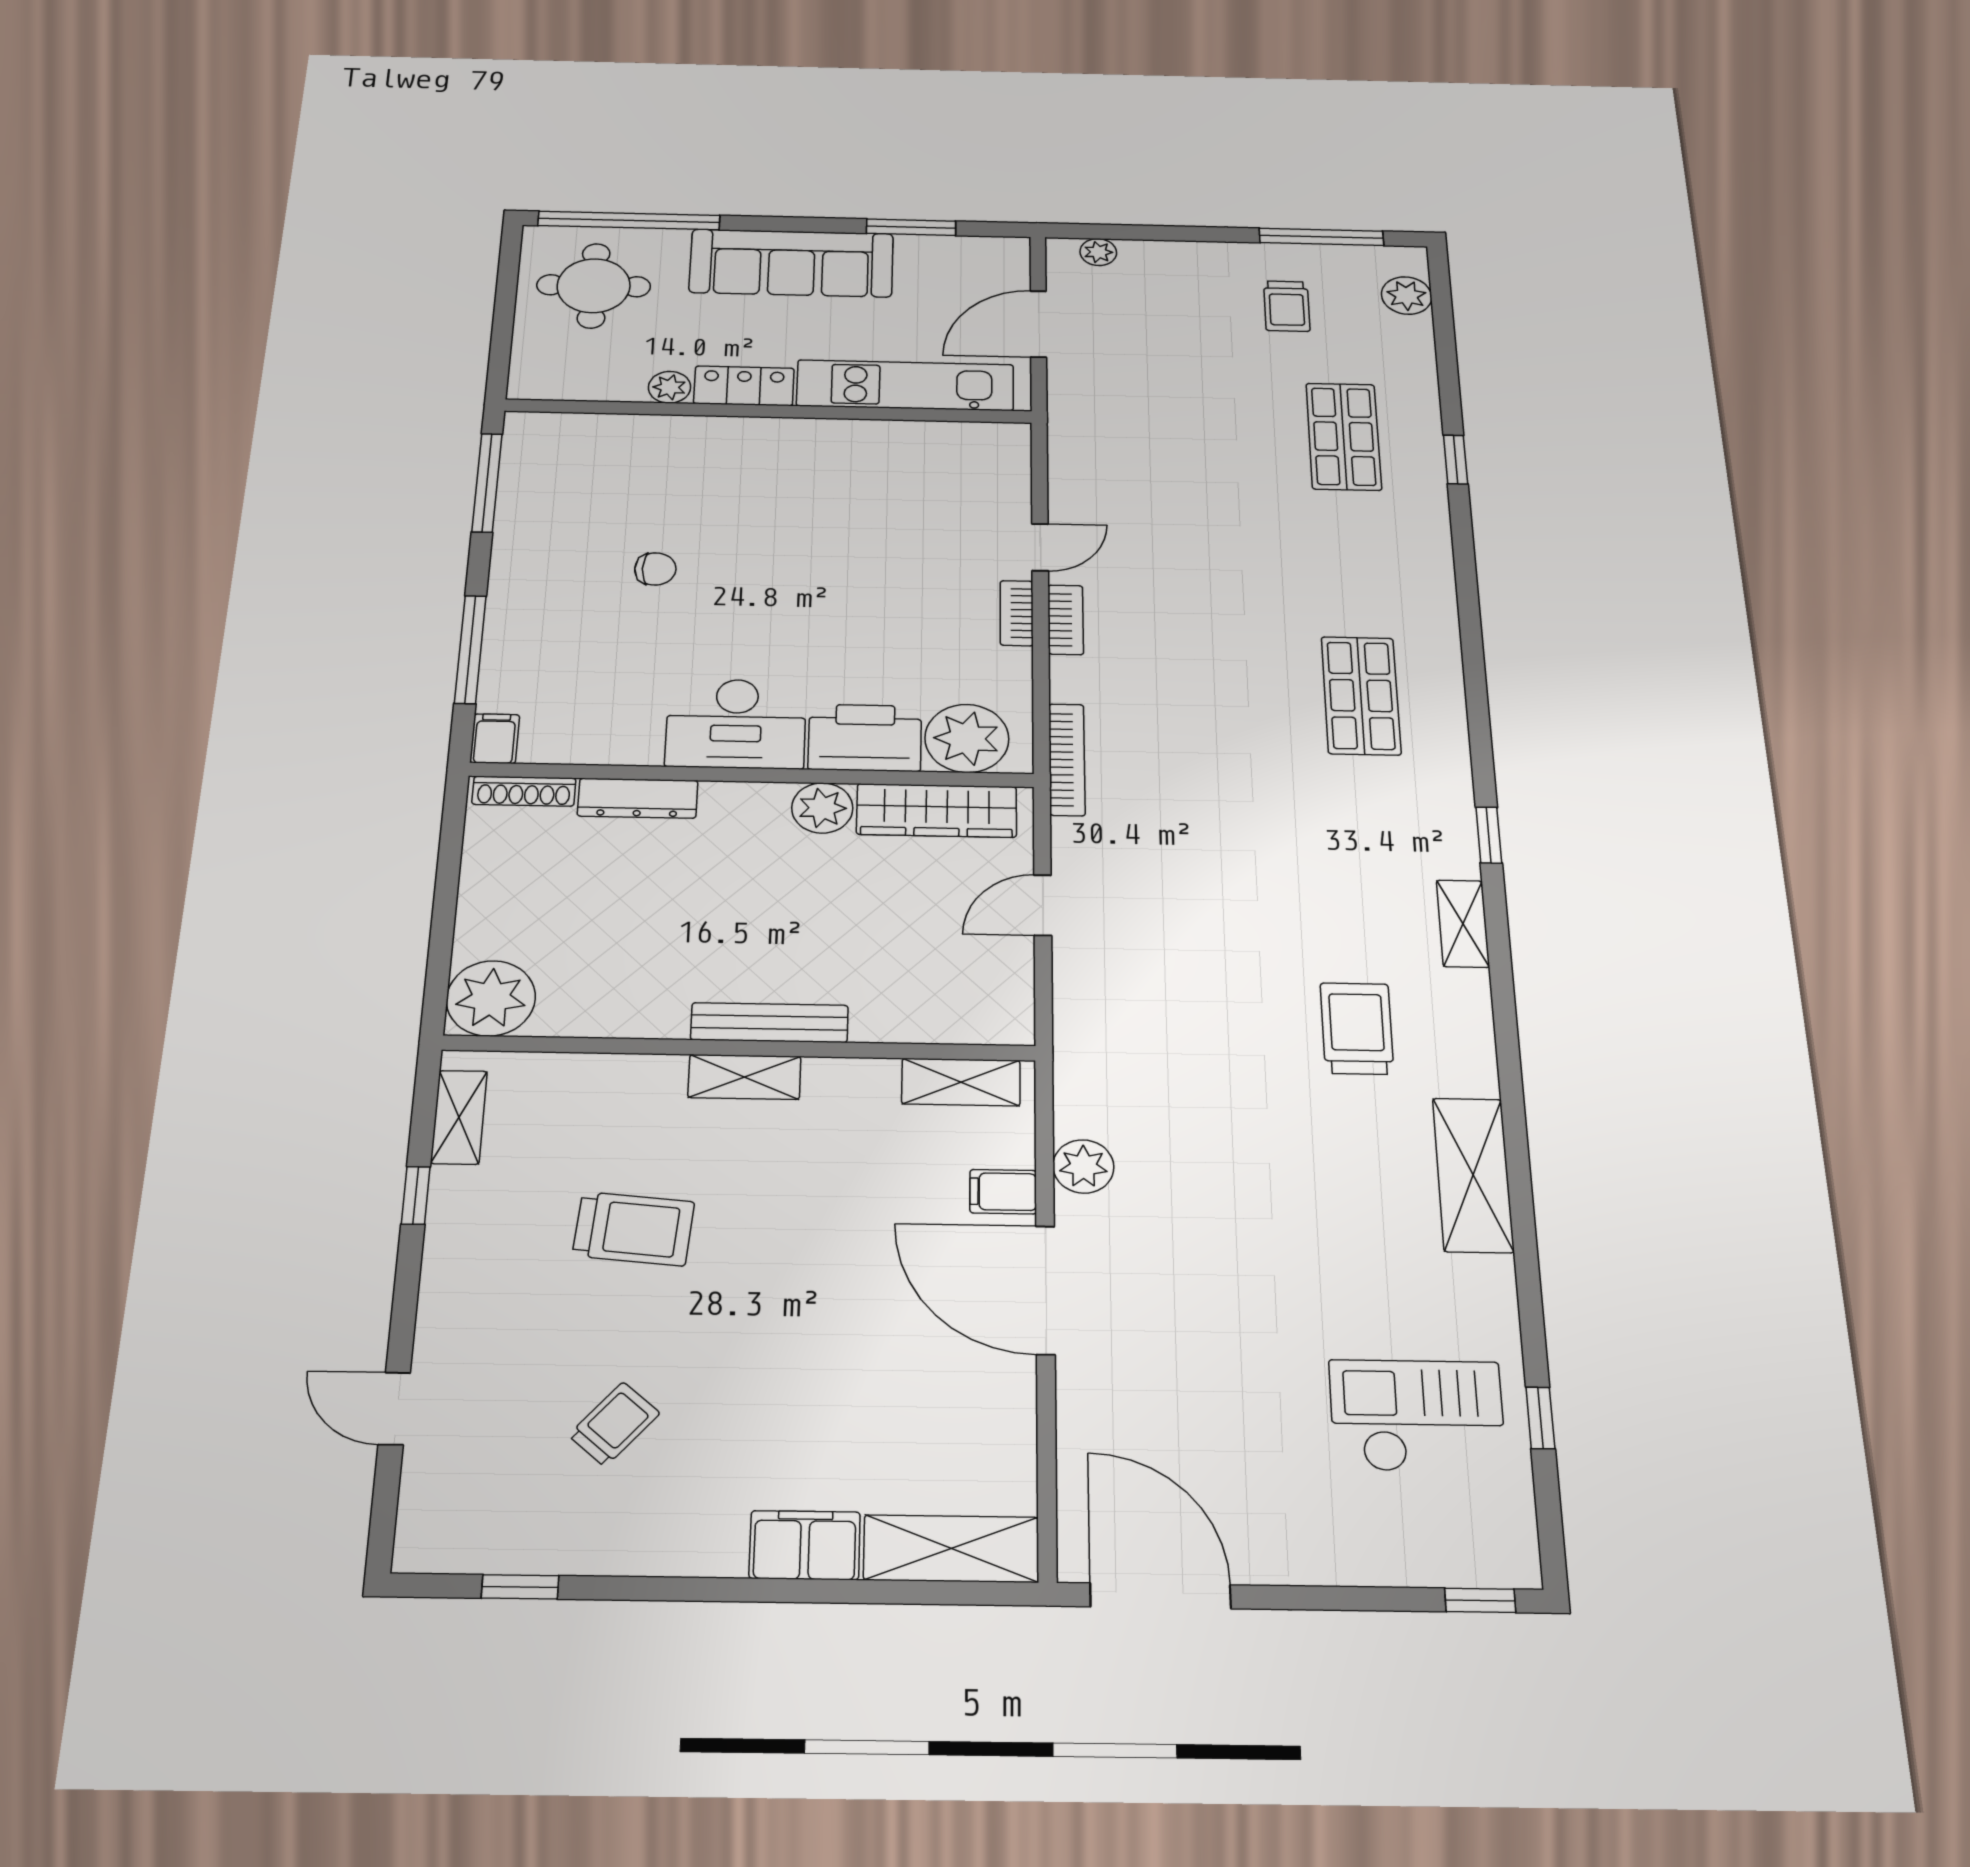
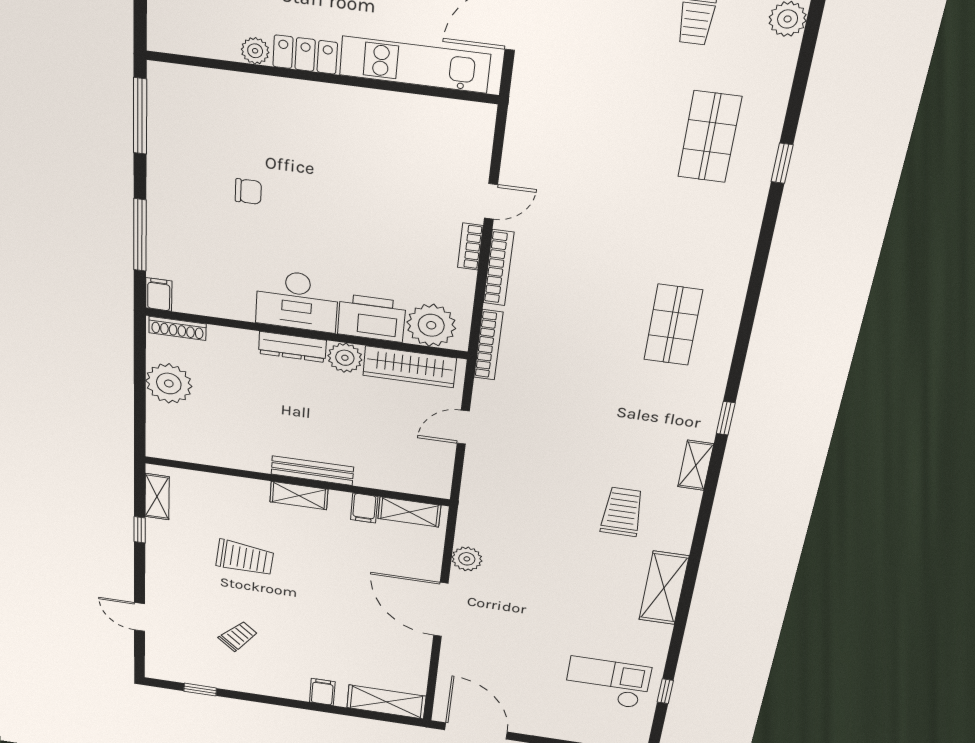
bookcase: (1066, 620) -> (499, 268), width x1.56
dresser: (638, 798) -> (292, 347), moved
plant: (491, 998) -> (169, 384), moved
filing cabinet: (1003, 1192) -> (364, 508), moved, turned -90
filing cabinet: (805, 1545) -> (322, 692), width x0.50

